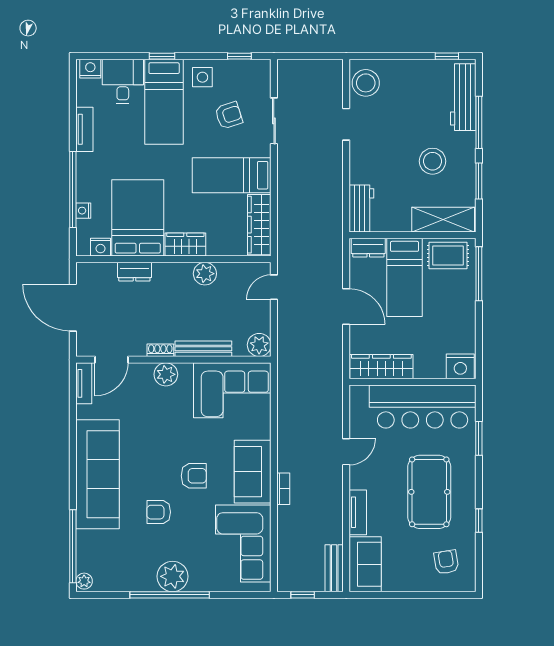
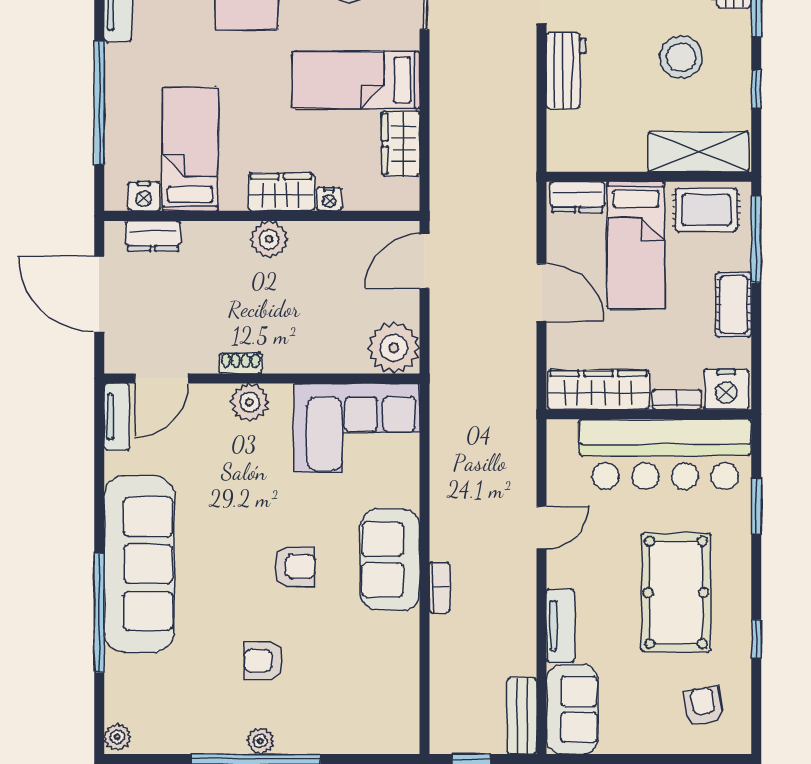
window: (479, 181) -> (756, 89), width x0.67
workbench: (361, 208) -> (566, 70), moved
nightstand: (83, 211) -> (329, 199), moved, turned -90
bed: (138, 218) -> (190, 149), width x0.67
wardrobe: (259, 225) -> (401, 144), width x0.67
dresser: (134, 272) -> (153, 236), moved
plant: (205, 274) -> (269, 239), moved
door: (274, 287) -> (424, 261), width x1.38
cot: (465, 314) -> (734, 305), added
plant: (259, 345) -> (394, 348), width x1.36, depth x1.36
bench: (203, 349) -> (310, 361), removed
bookcase: (430, 373) -> (677, 400), added
armchair: (159, 512) -> (263, 661), moved
corner sofa: (243, 543) -> (375, 676), removed
window: (73, 546) -> (99, 613), moved
plant: (173, 576) -> (260, 741), width x0.53, depth x0.53

